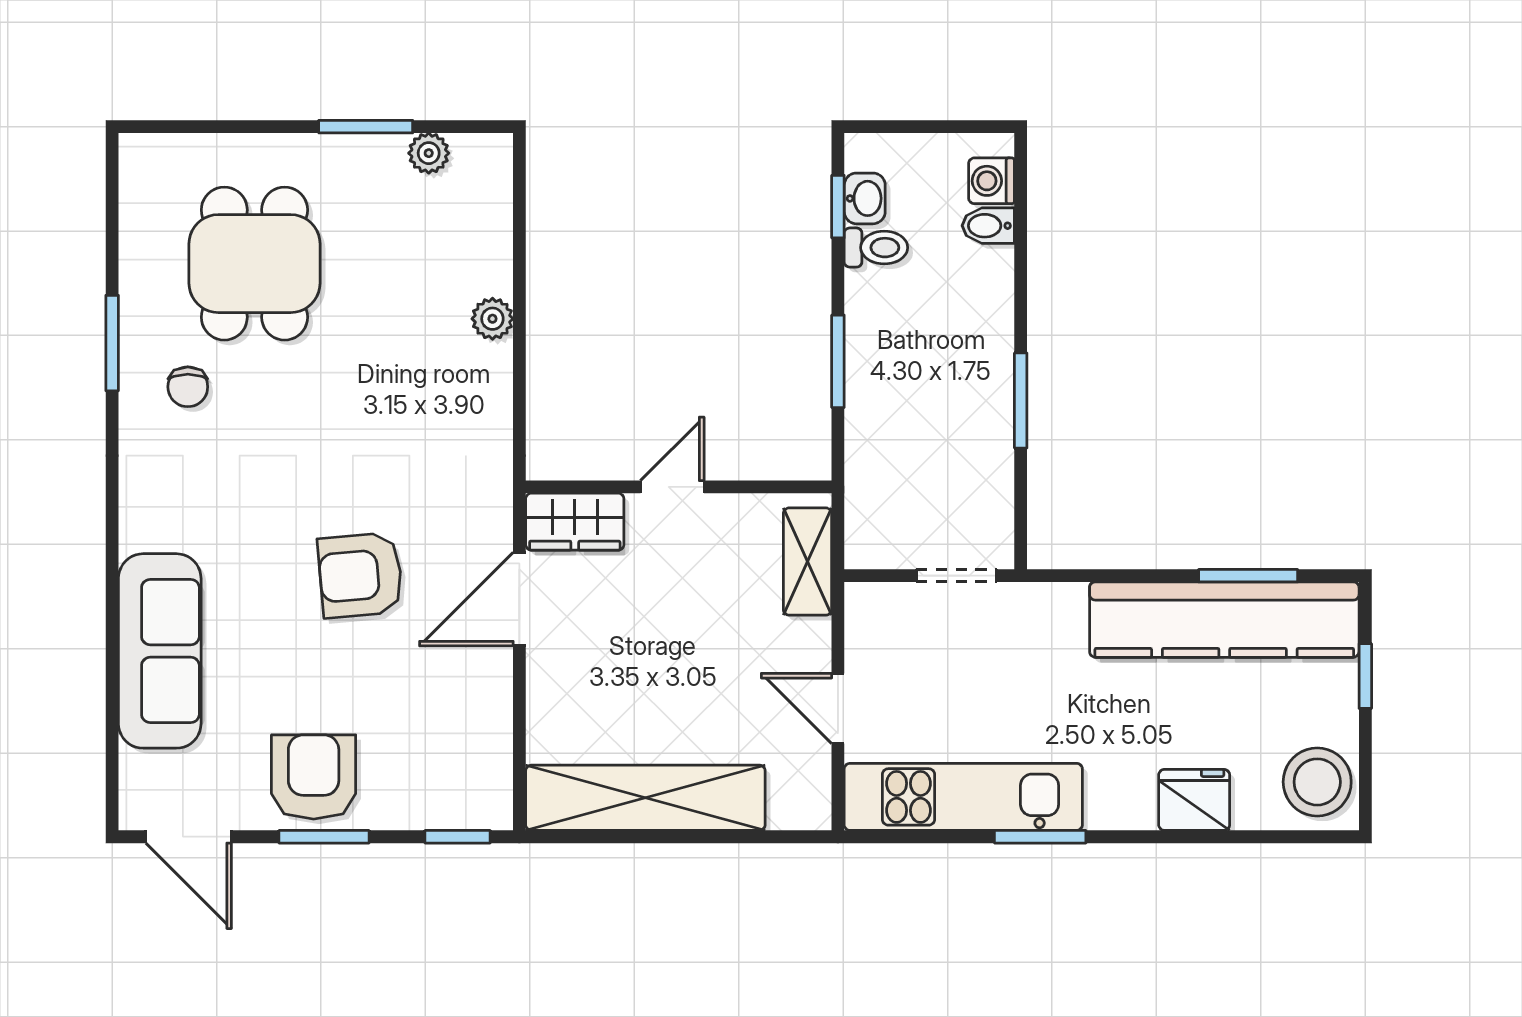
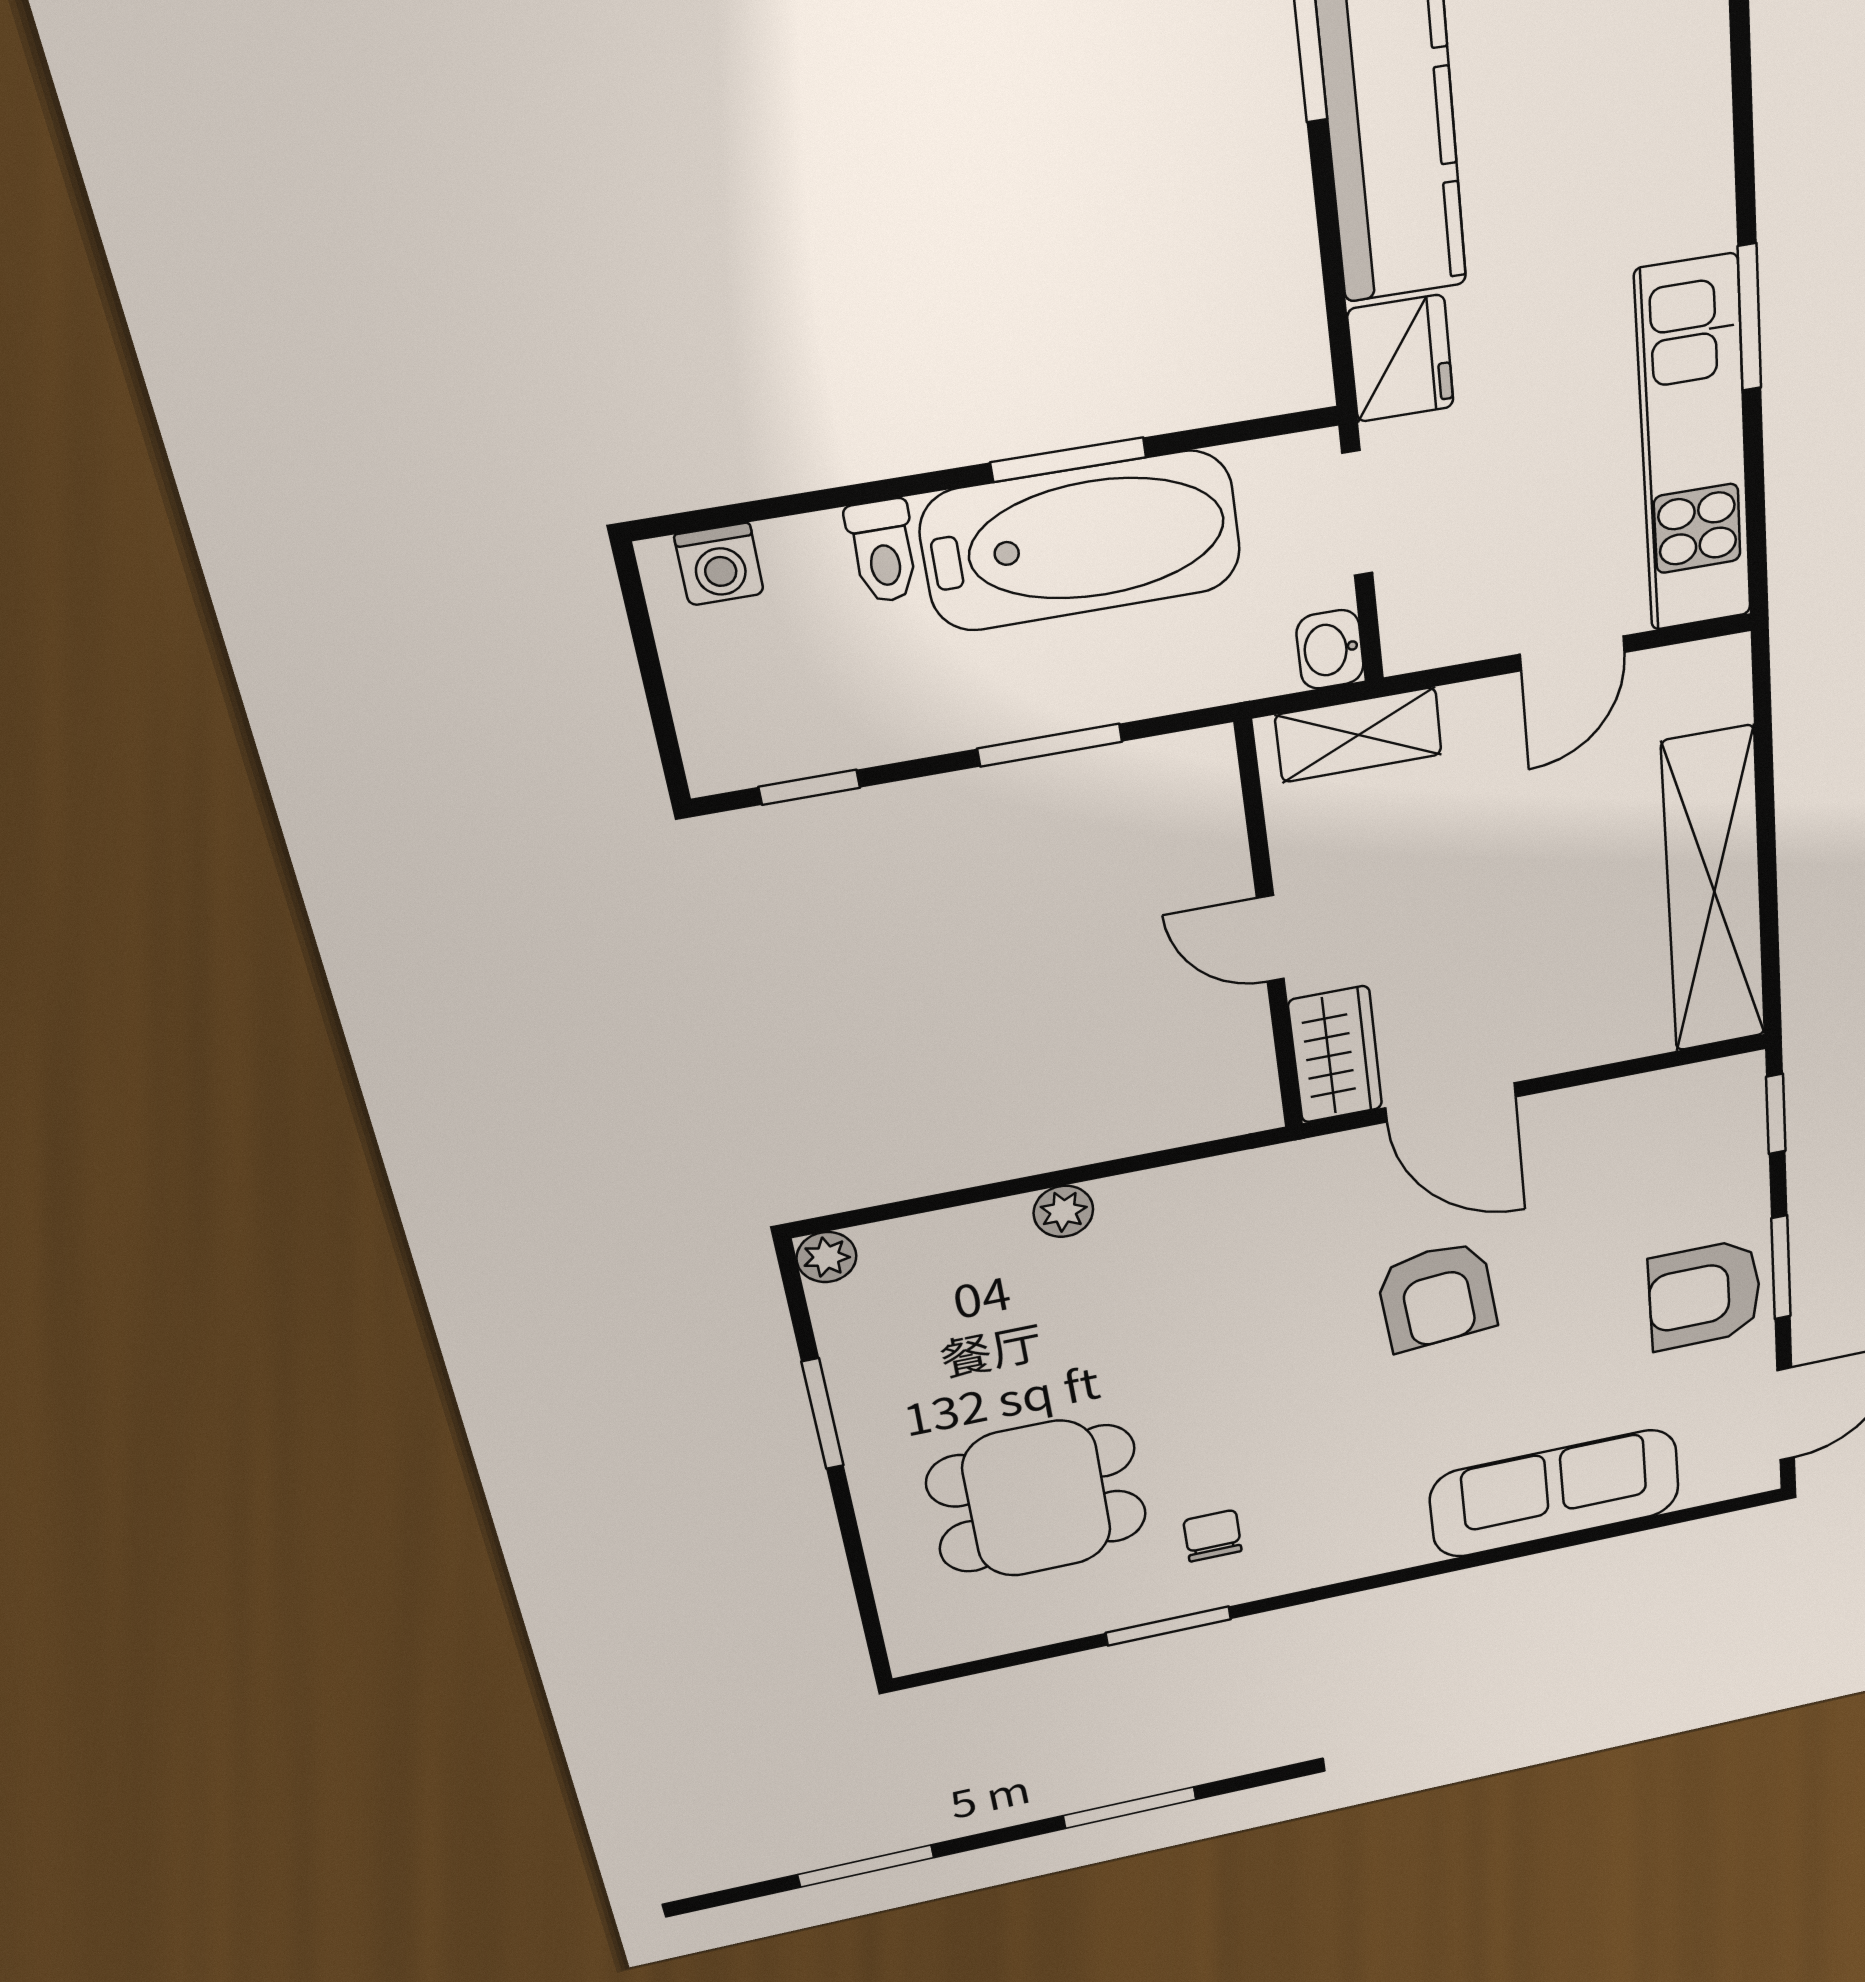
plant: (429, 153) -> (826, 1257), moved
washbasin: (865, 198) -> (1330, 649), moved, turned -90
bidet: (988, 226) -> (794, 557), removed
toilet: (876, 248) -> (883, 551), moved, turned 180
chair: (188, 387) -> (1213, 1536), turned -90
bathtub: (968, 401) -> (1081, 541), added
fridge: (1194, 800) -> (1401, 358), moved, turned 180

